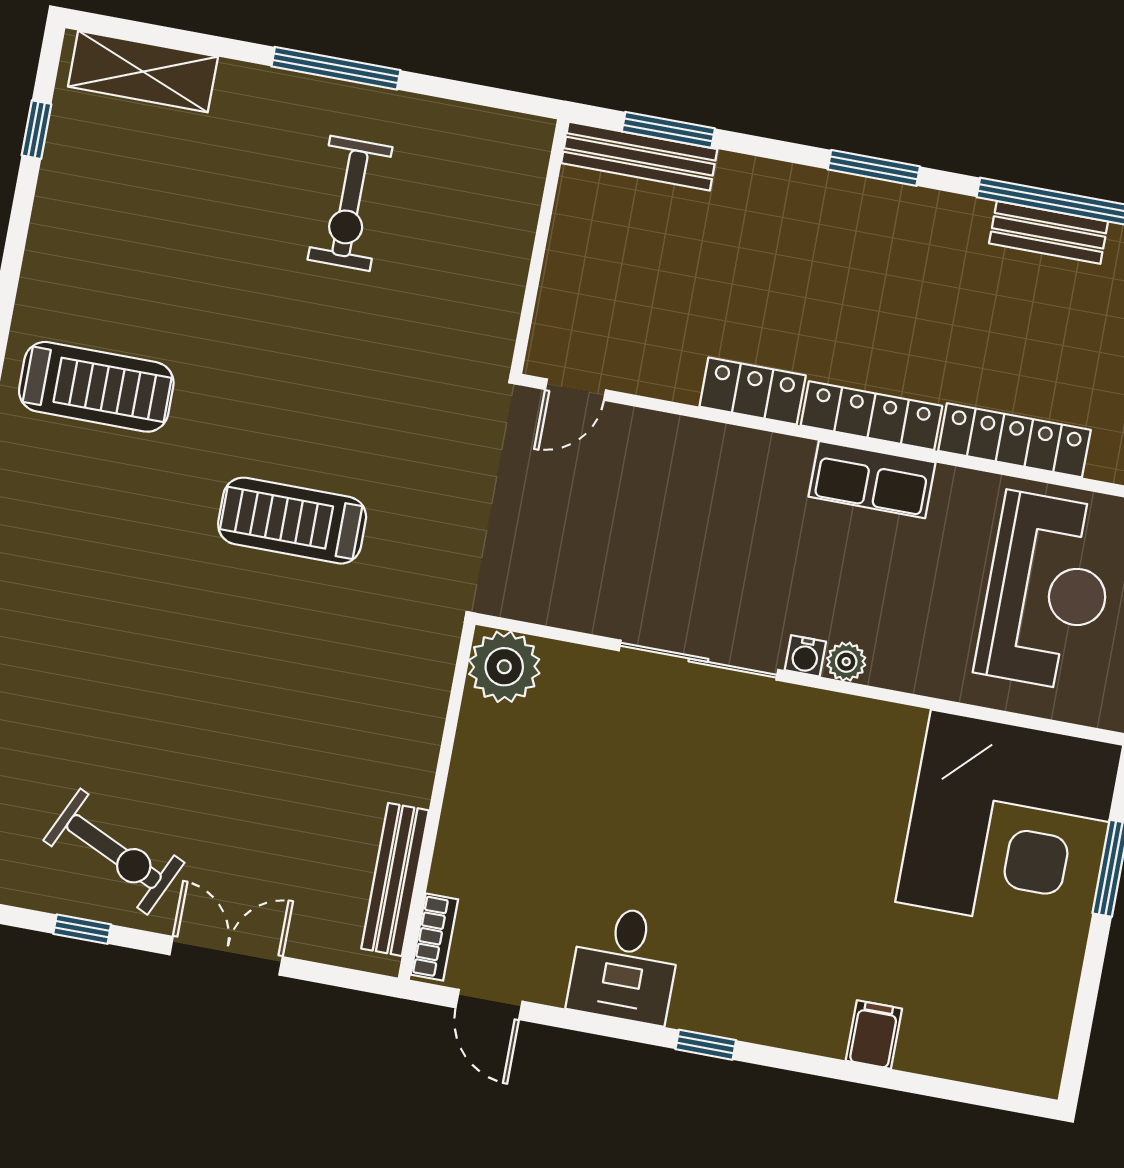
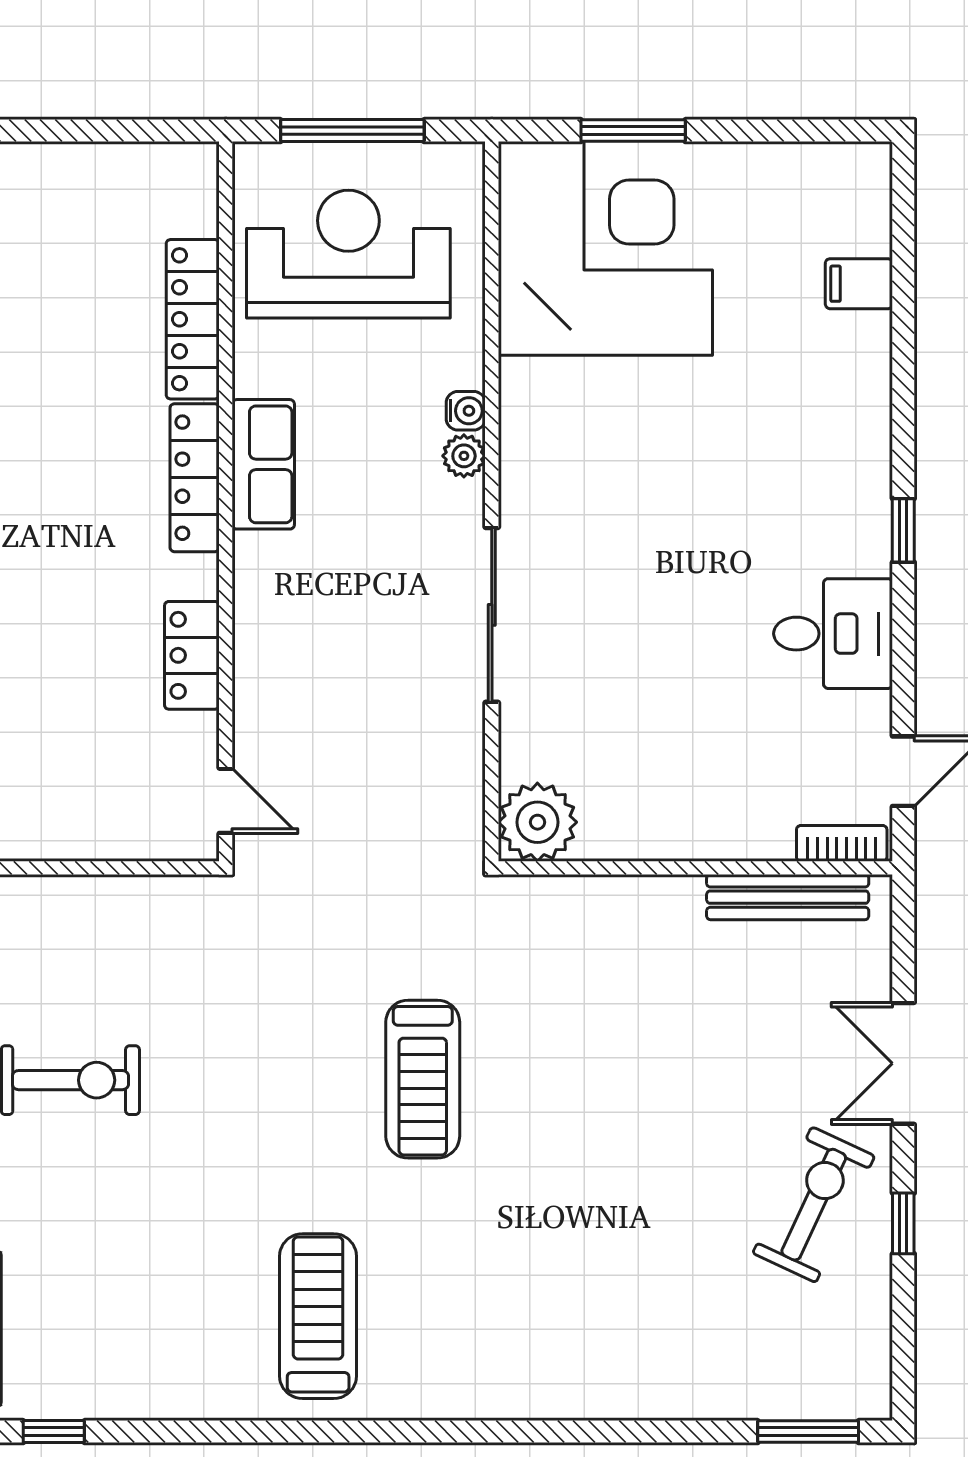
locker: (753, 391) -> (192, 655), moved
water cooler: (805, 656) -> (466, 411), moved
filing cabinet: (874, 1035) -> (859, 284), moved

